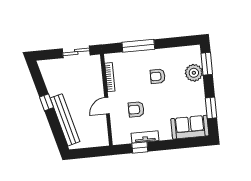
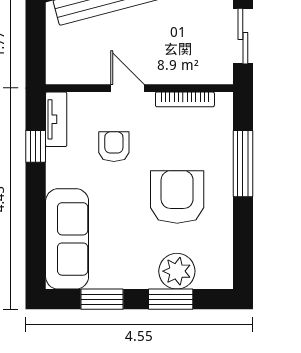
window: (207, 64) -> (171, 299), moved
armchair: (158, 76) -> (177, 197), width x1.88, depth x1.88
sofa: (190, 127) -> (67, 239), width x1.36
tv unit: (145, 137) -> (56, 119), moved

